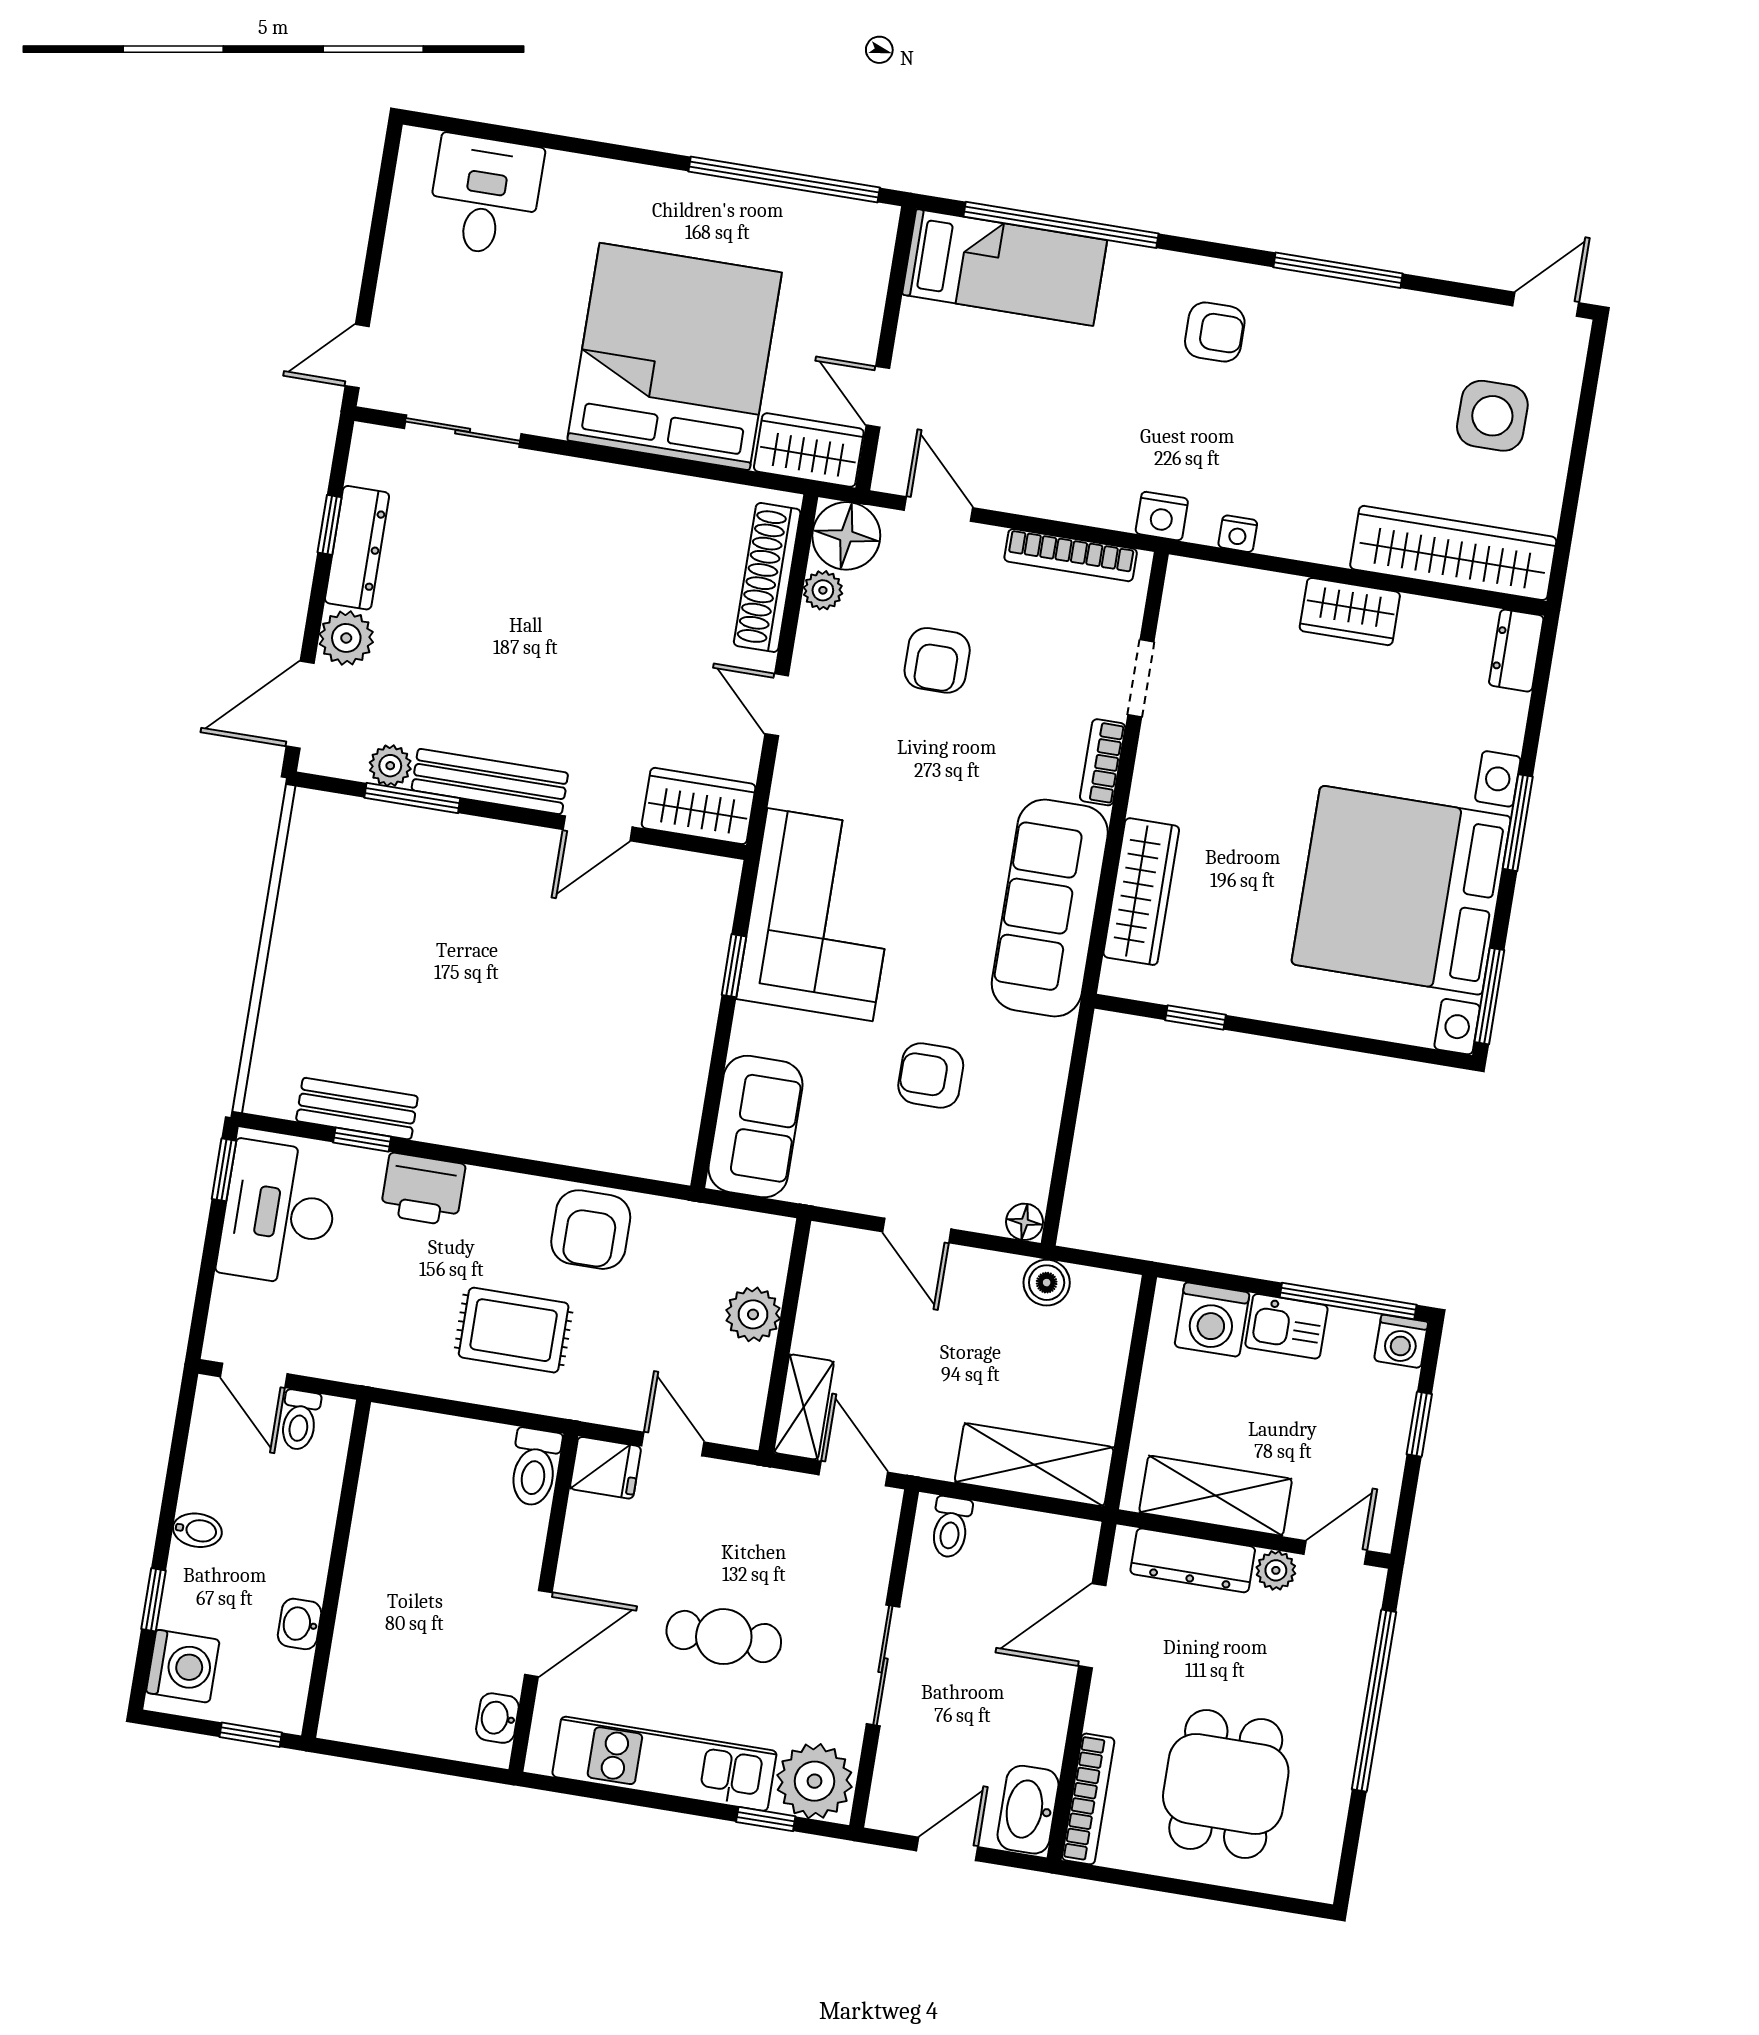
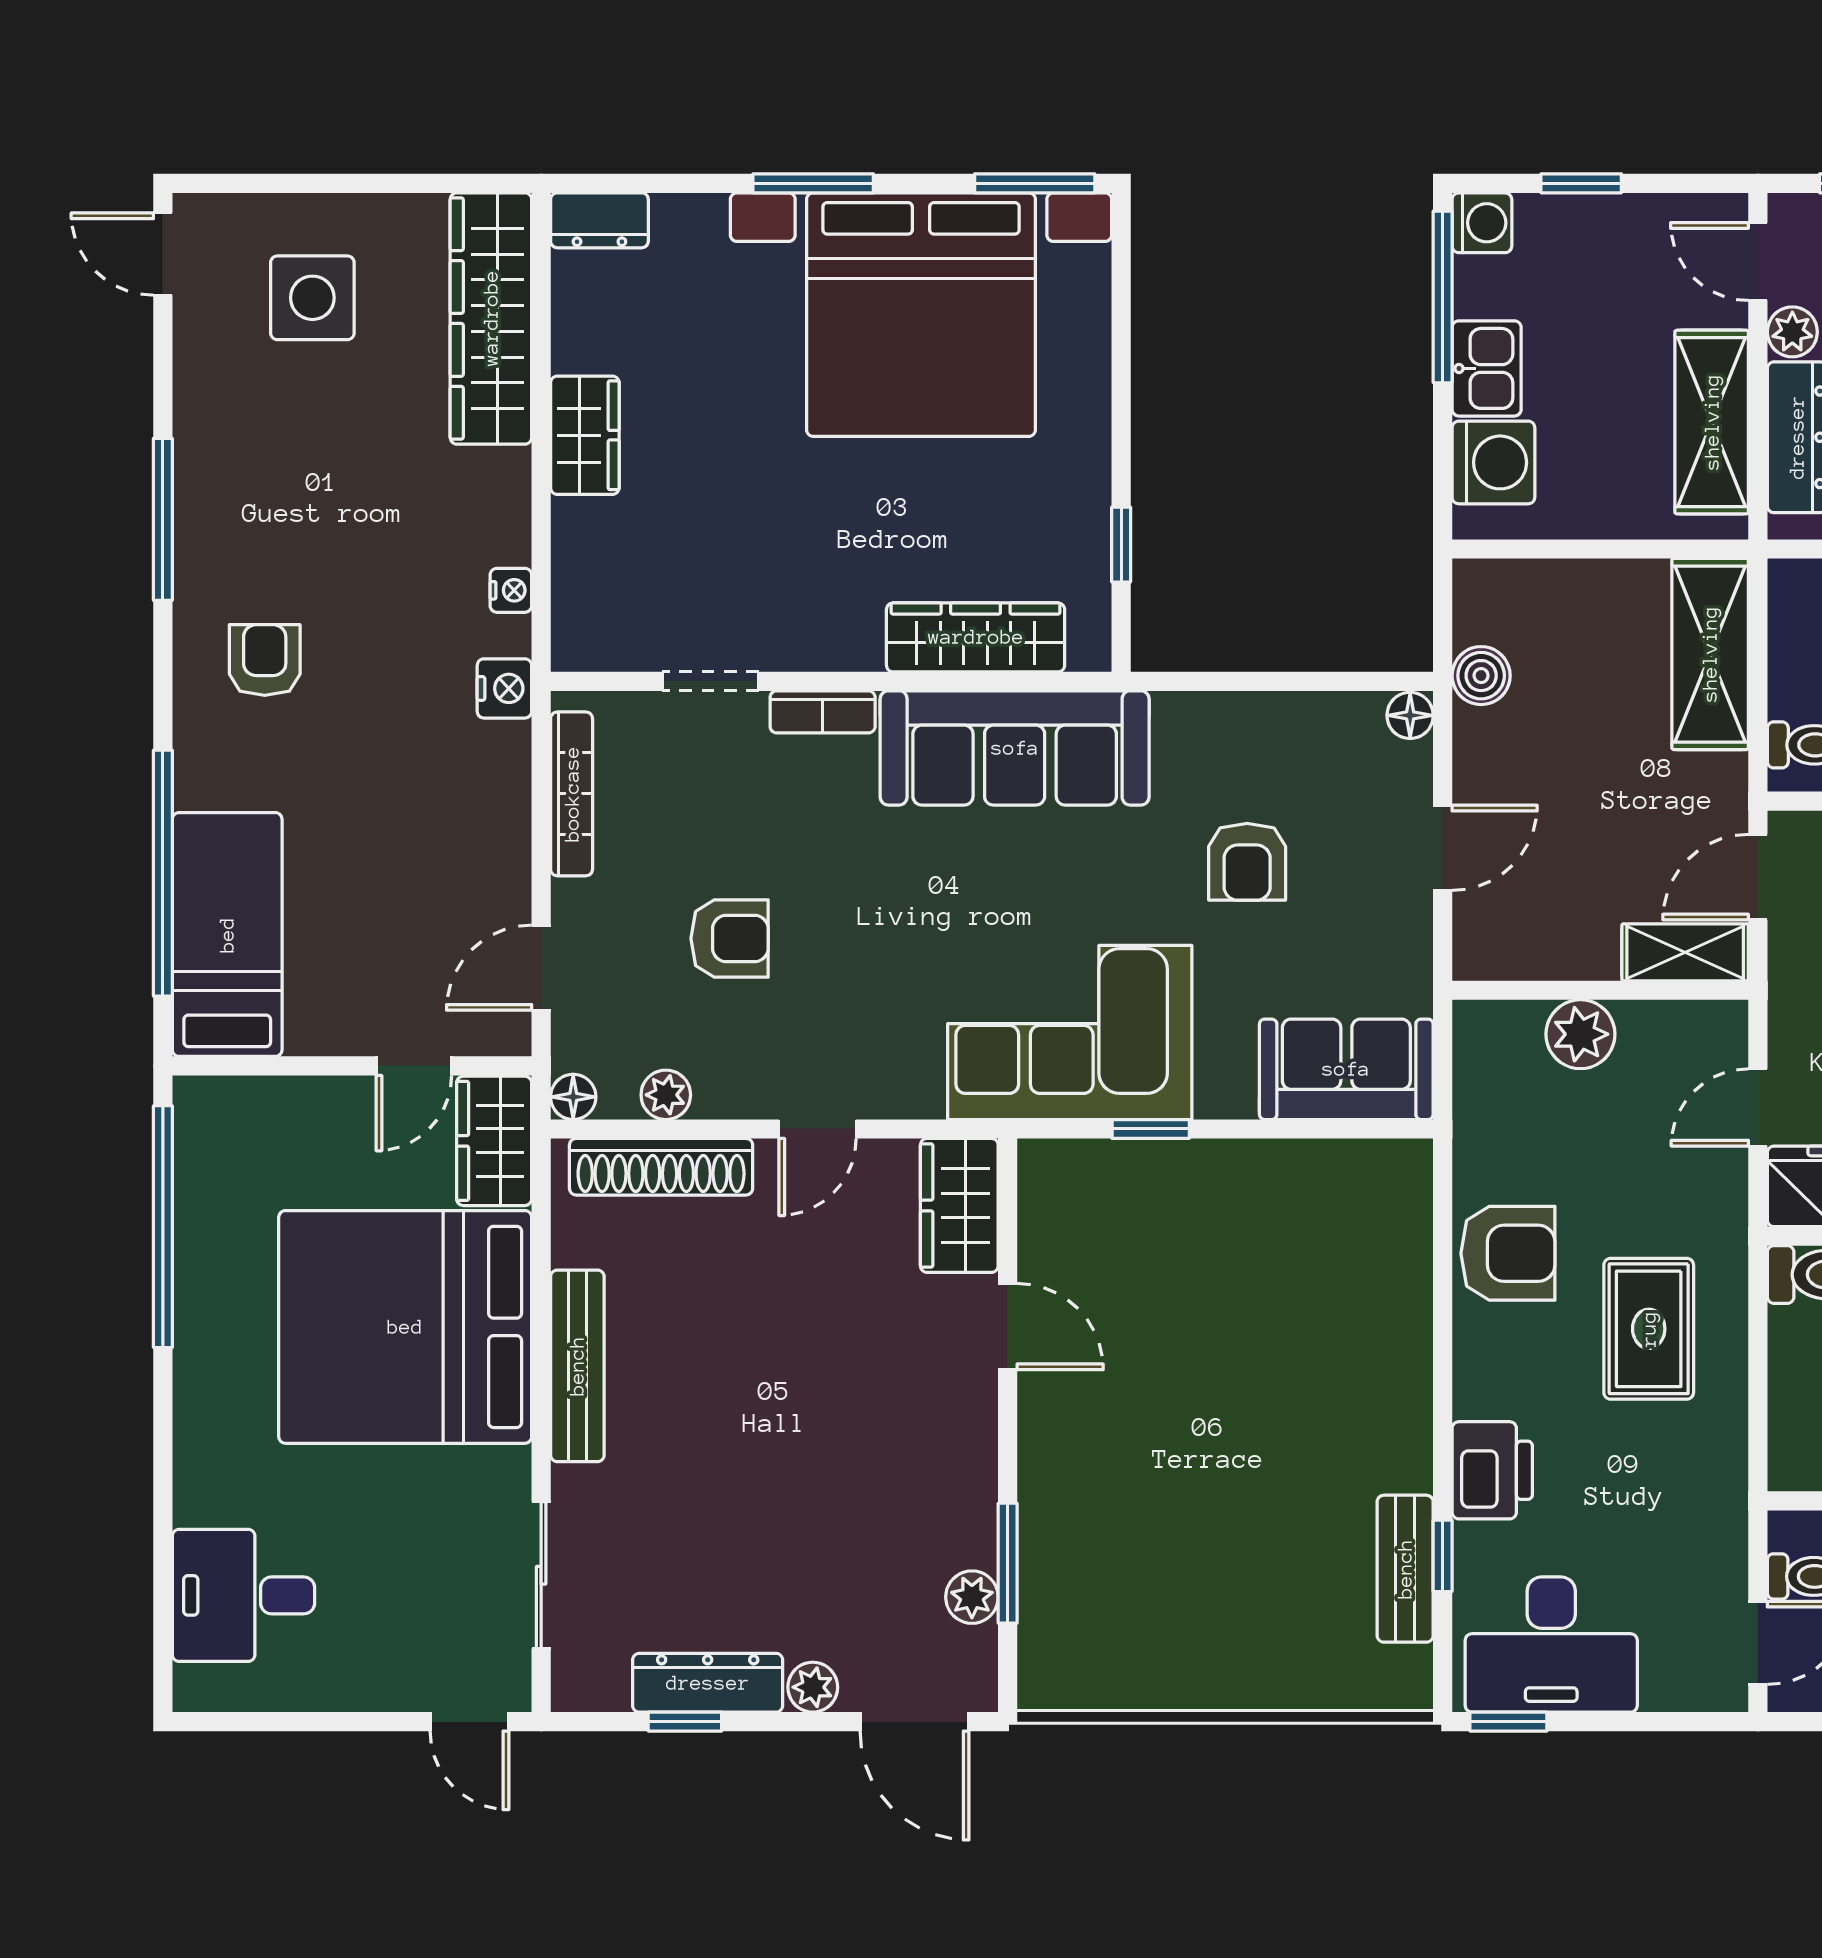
floor lamp: (846, 536) -> (573, 1097), width x0.53, depth x0.53
plant: (346, 638) -> (813, 1687), width x0.73, depth x0.73
bench: (490, 782) -> (577, 1366), moved

